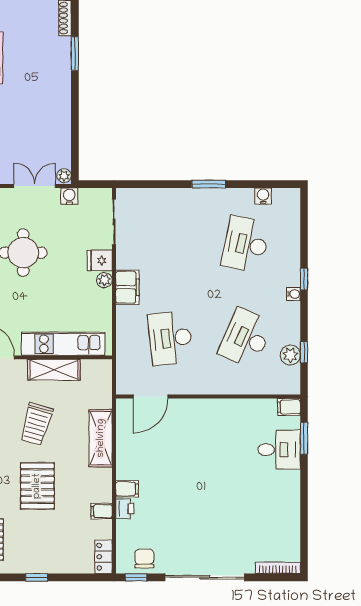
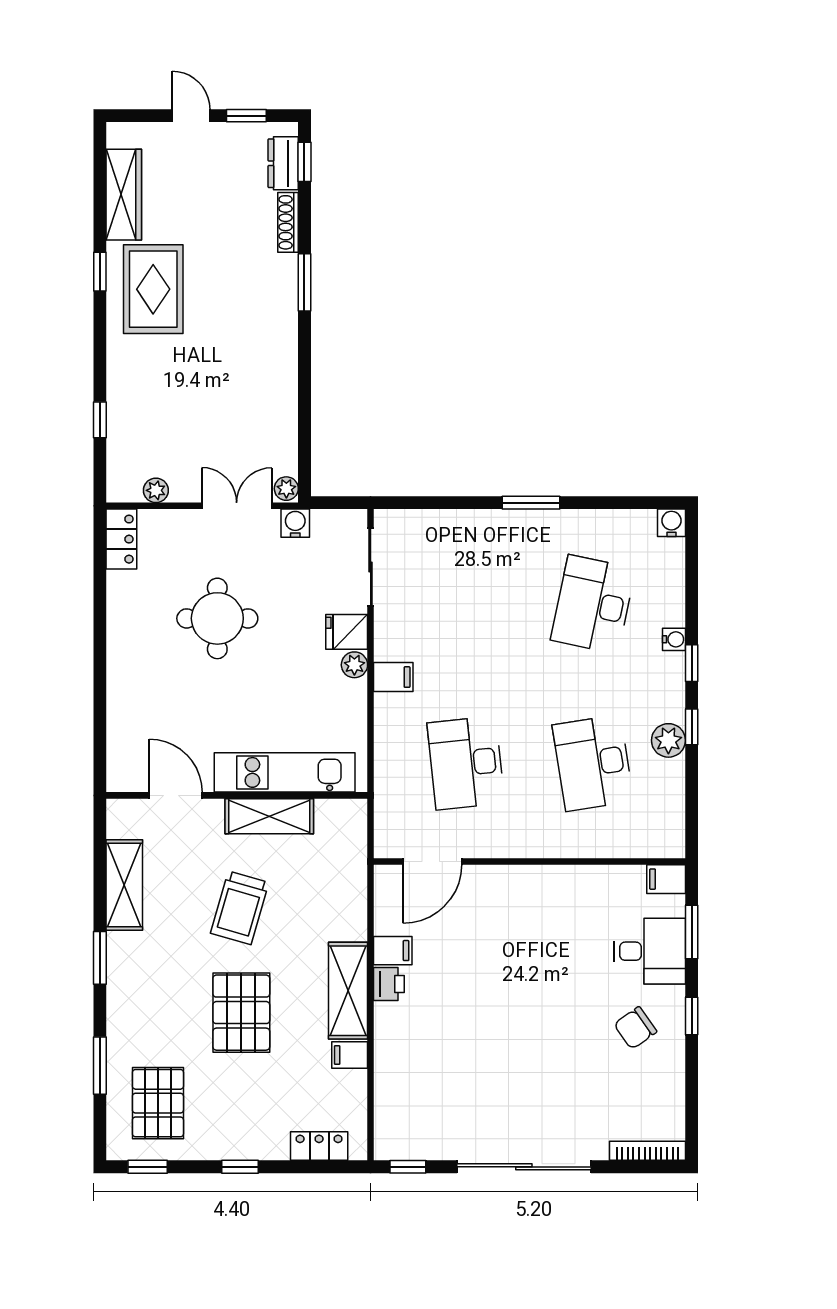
water cooler: (263, 196) -> (671, 523), moved
filing cabinet: (127, 287) -> (393, 677), width x0.50
water cooler: (294, 294) -> (674, 639), moved
desk: (246, 338) -> (593, 763), turned -33
window: (304, 352) -> (692, 727), moved
plant: (290, 355) -> (668, 740), moved
shelving: (101, 438) -> (348, 991), moved
window: (304, 488) -> (692, 1016), added
filing cabinet: (127, 489) -> (393, 951), moved
printer: (125, 509) -> (389, 984), moved
locker: (104, 557) -> (319, 1146), moved, turned 90
chair: (144, 559) -> (635, 1028), moved, turned -125

